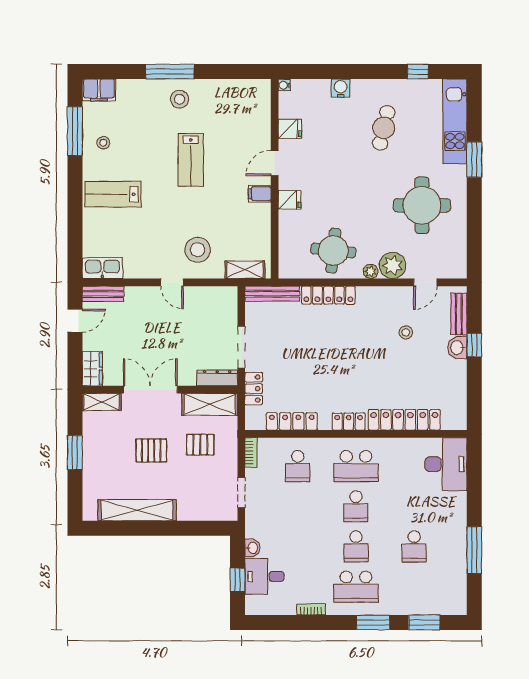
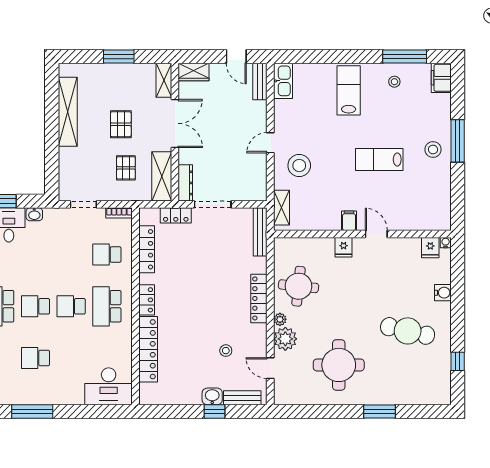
kitchen unit: (455, 121) -> (413, 394), removed
cafe table: (384, 128) -> (408, 331), width x1.37, depth x1.35
fridge: (290, 129) -> (430, 248), moved
locker: (328, 295) -> (259, 298), moved

